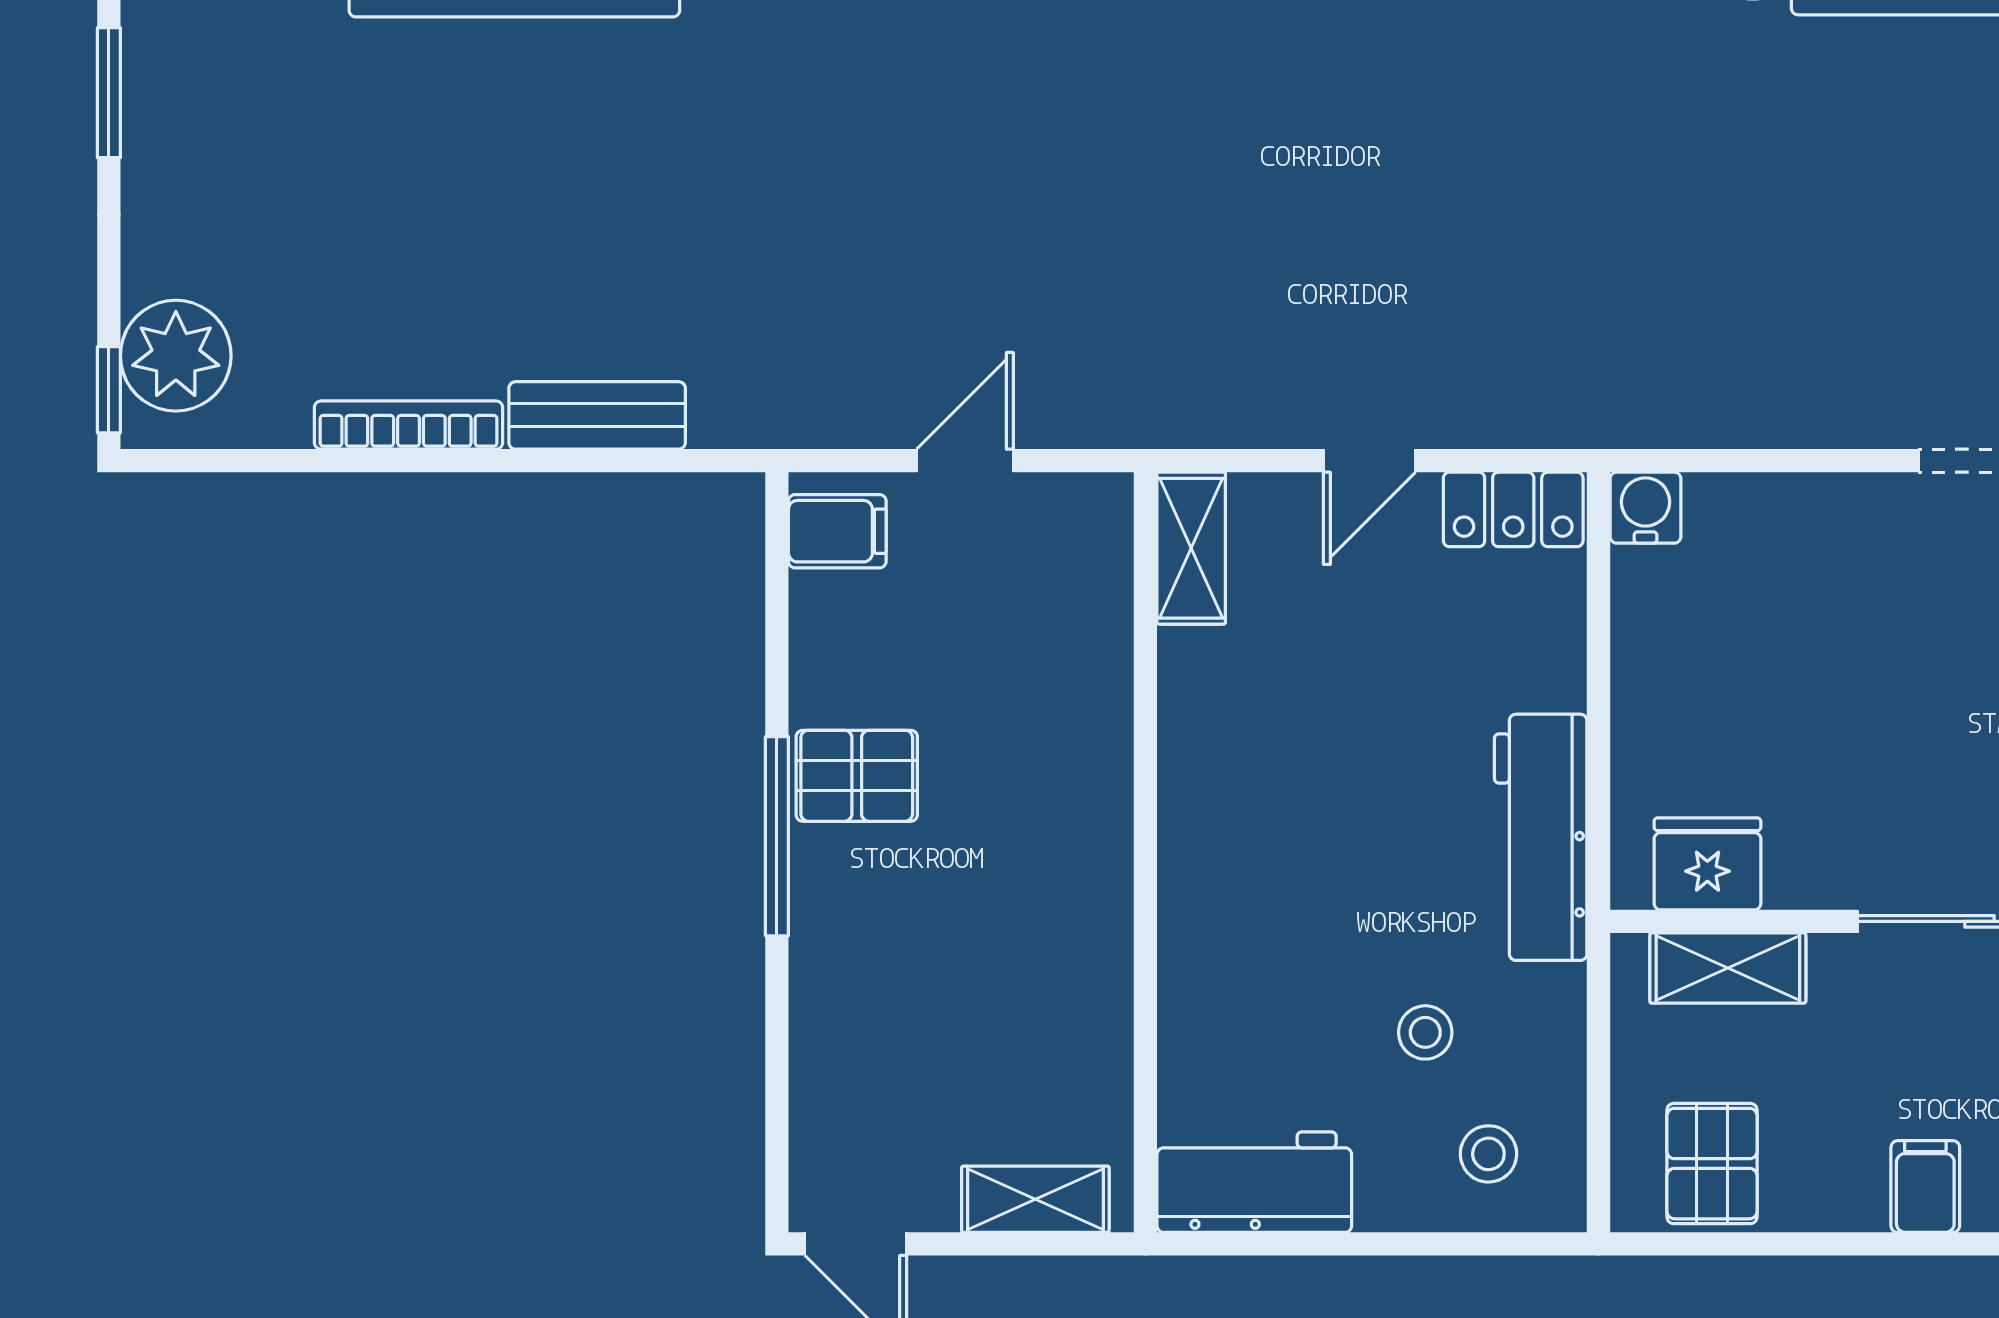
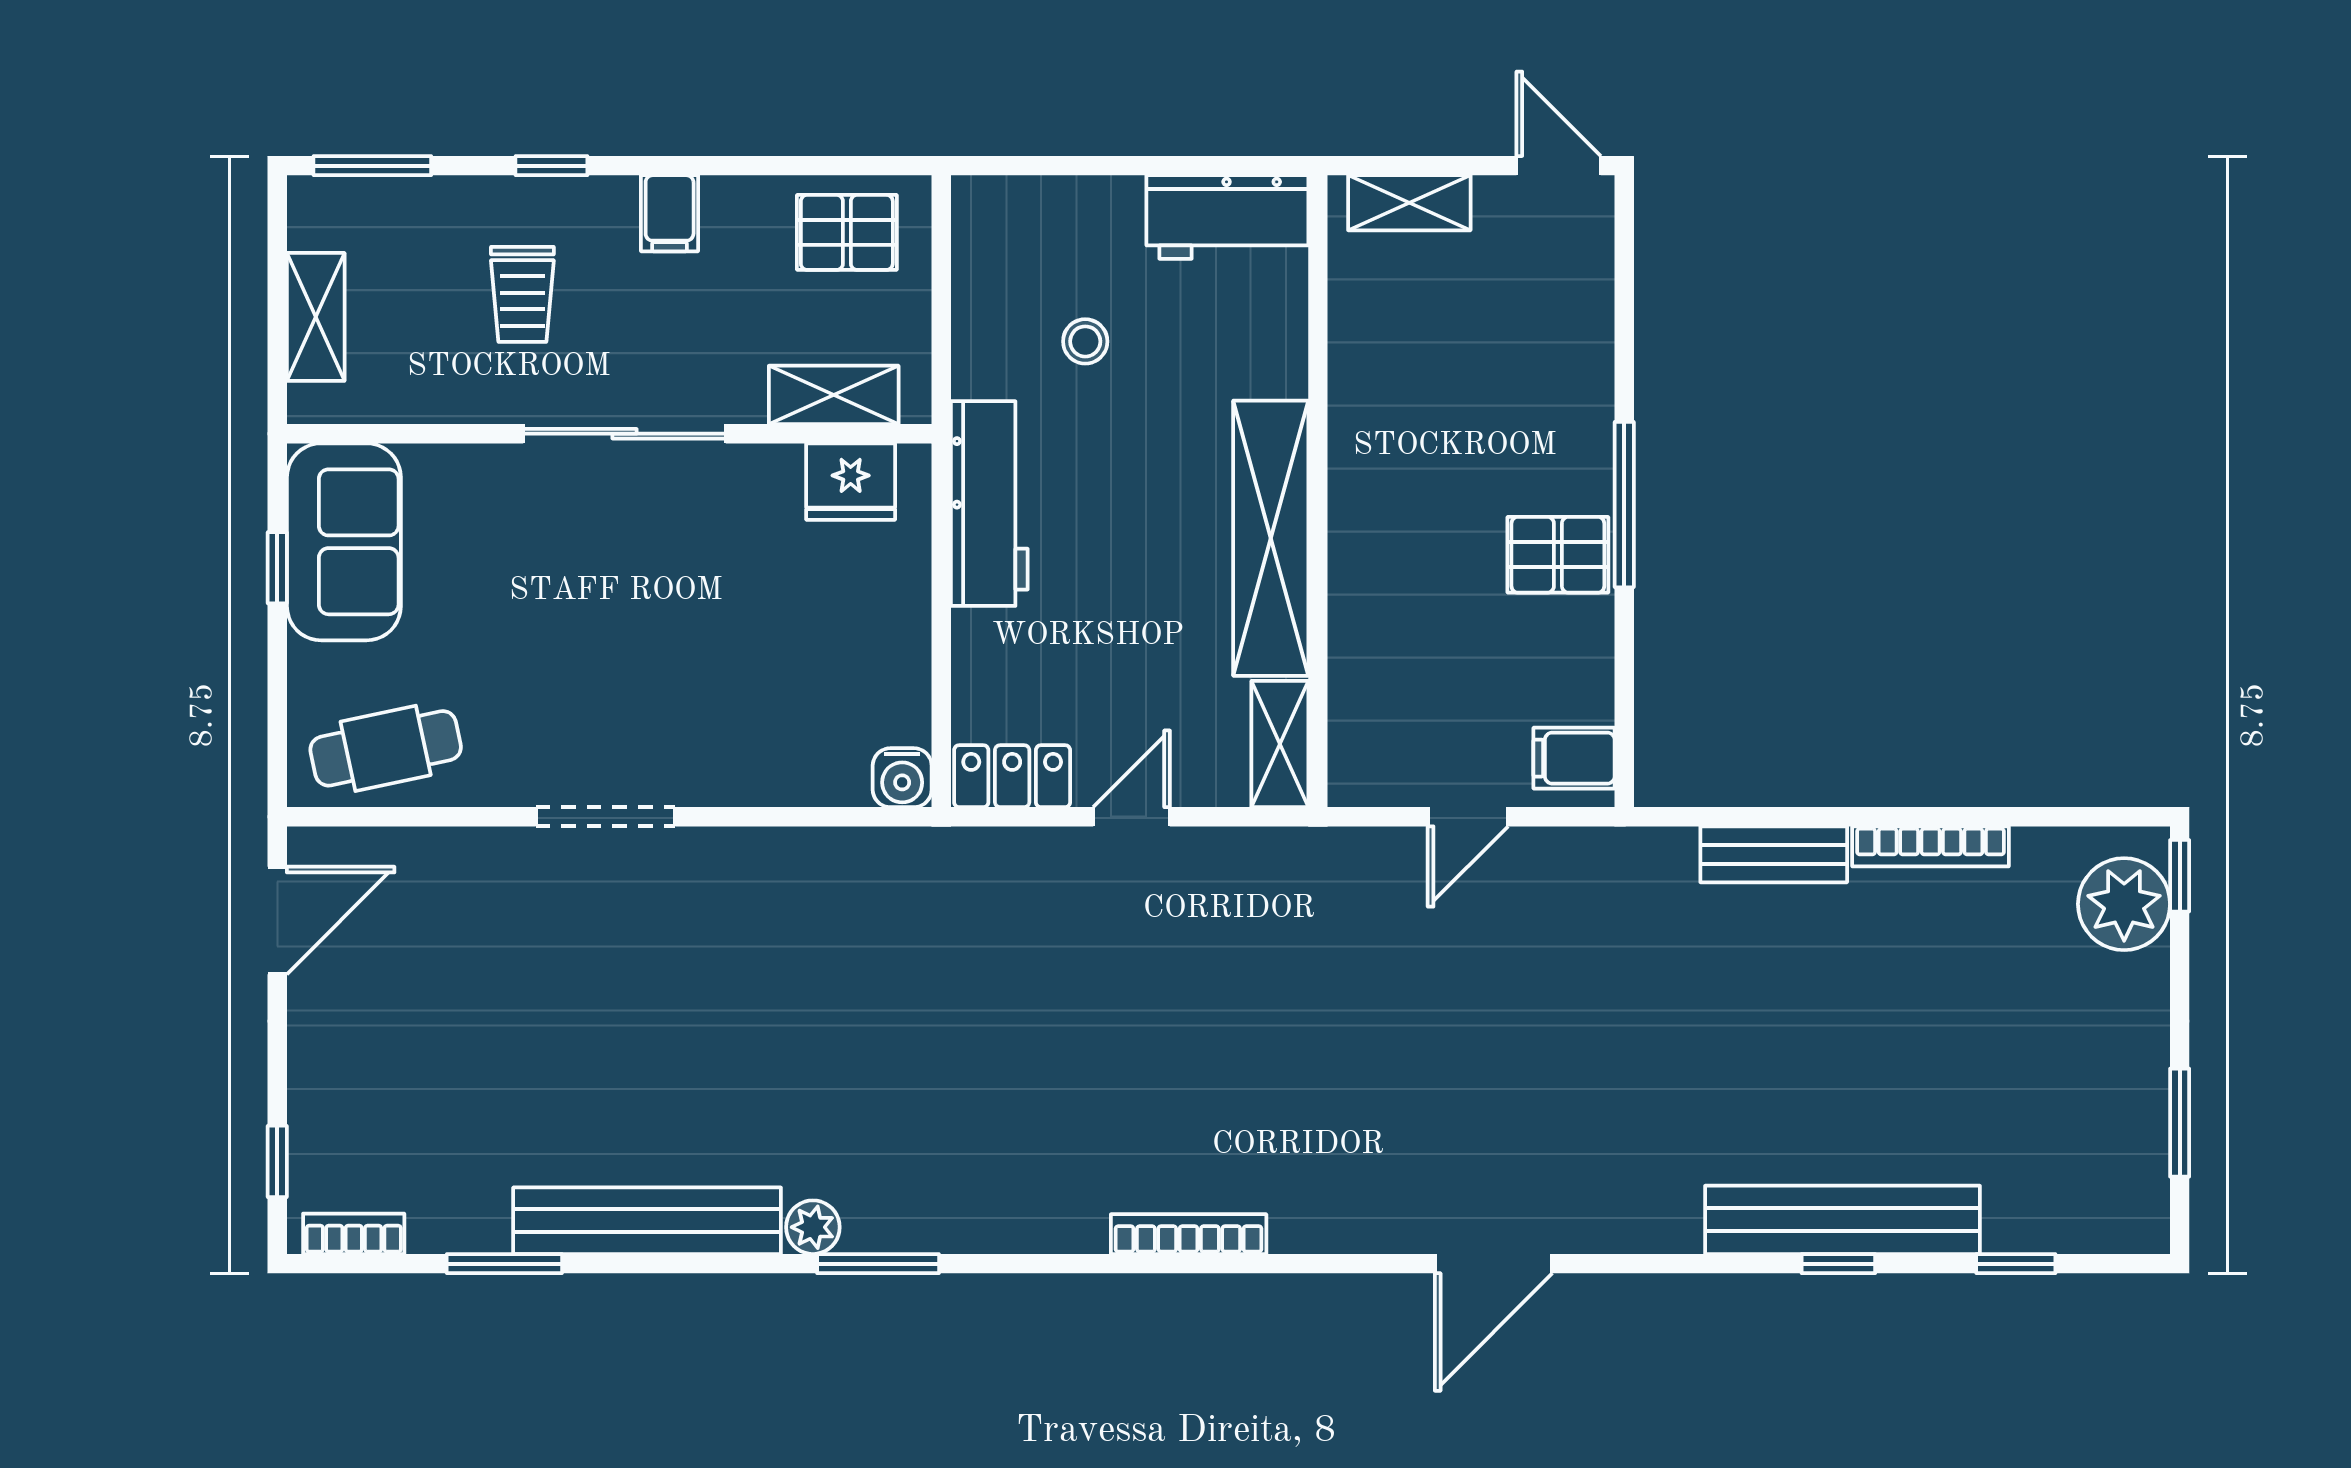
shelving: (1202, 796) -> (1271, 538), added
stool: (1488, 1154) -> (1033, 240), removed
pallet: (1712, 1164) -> (847, 232), turned 90

